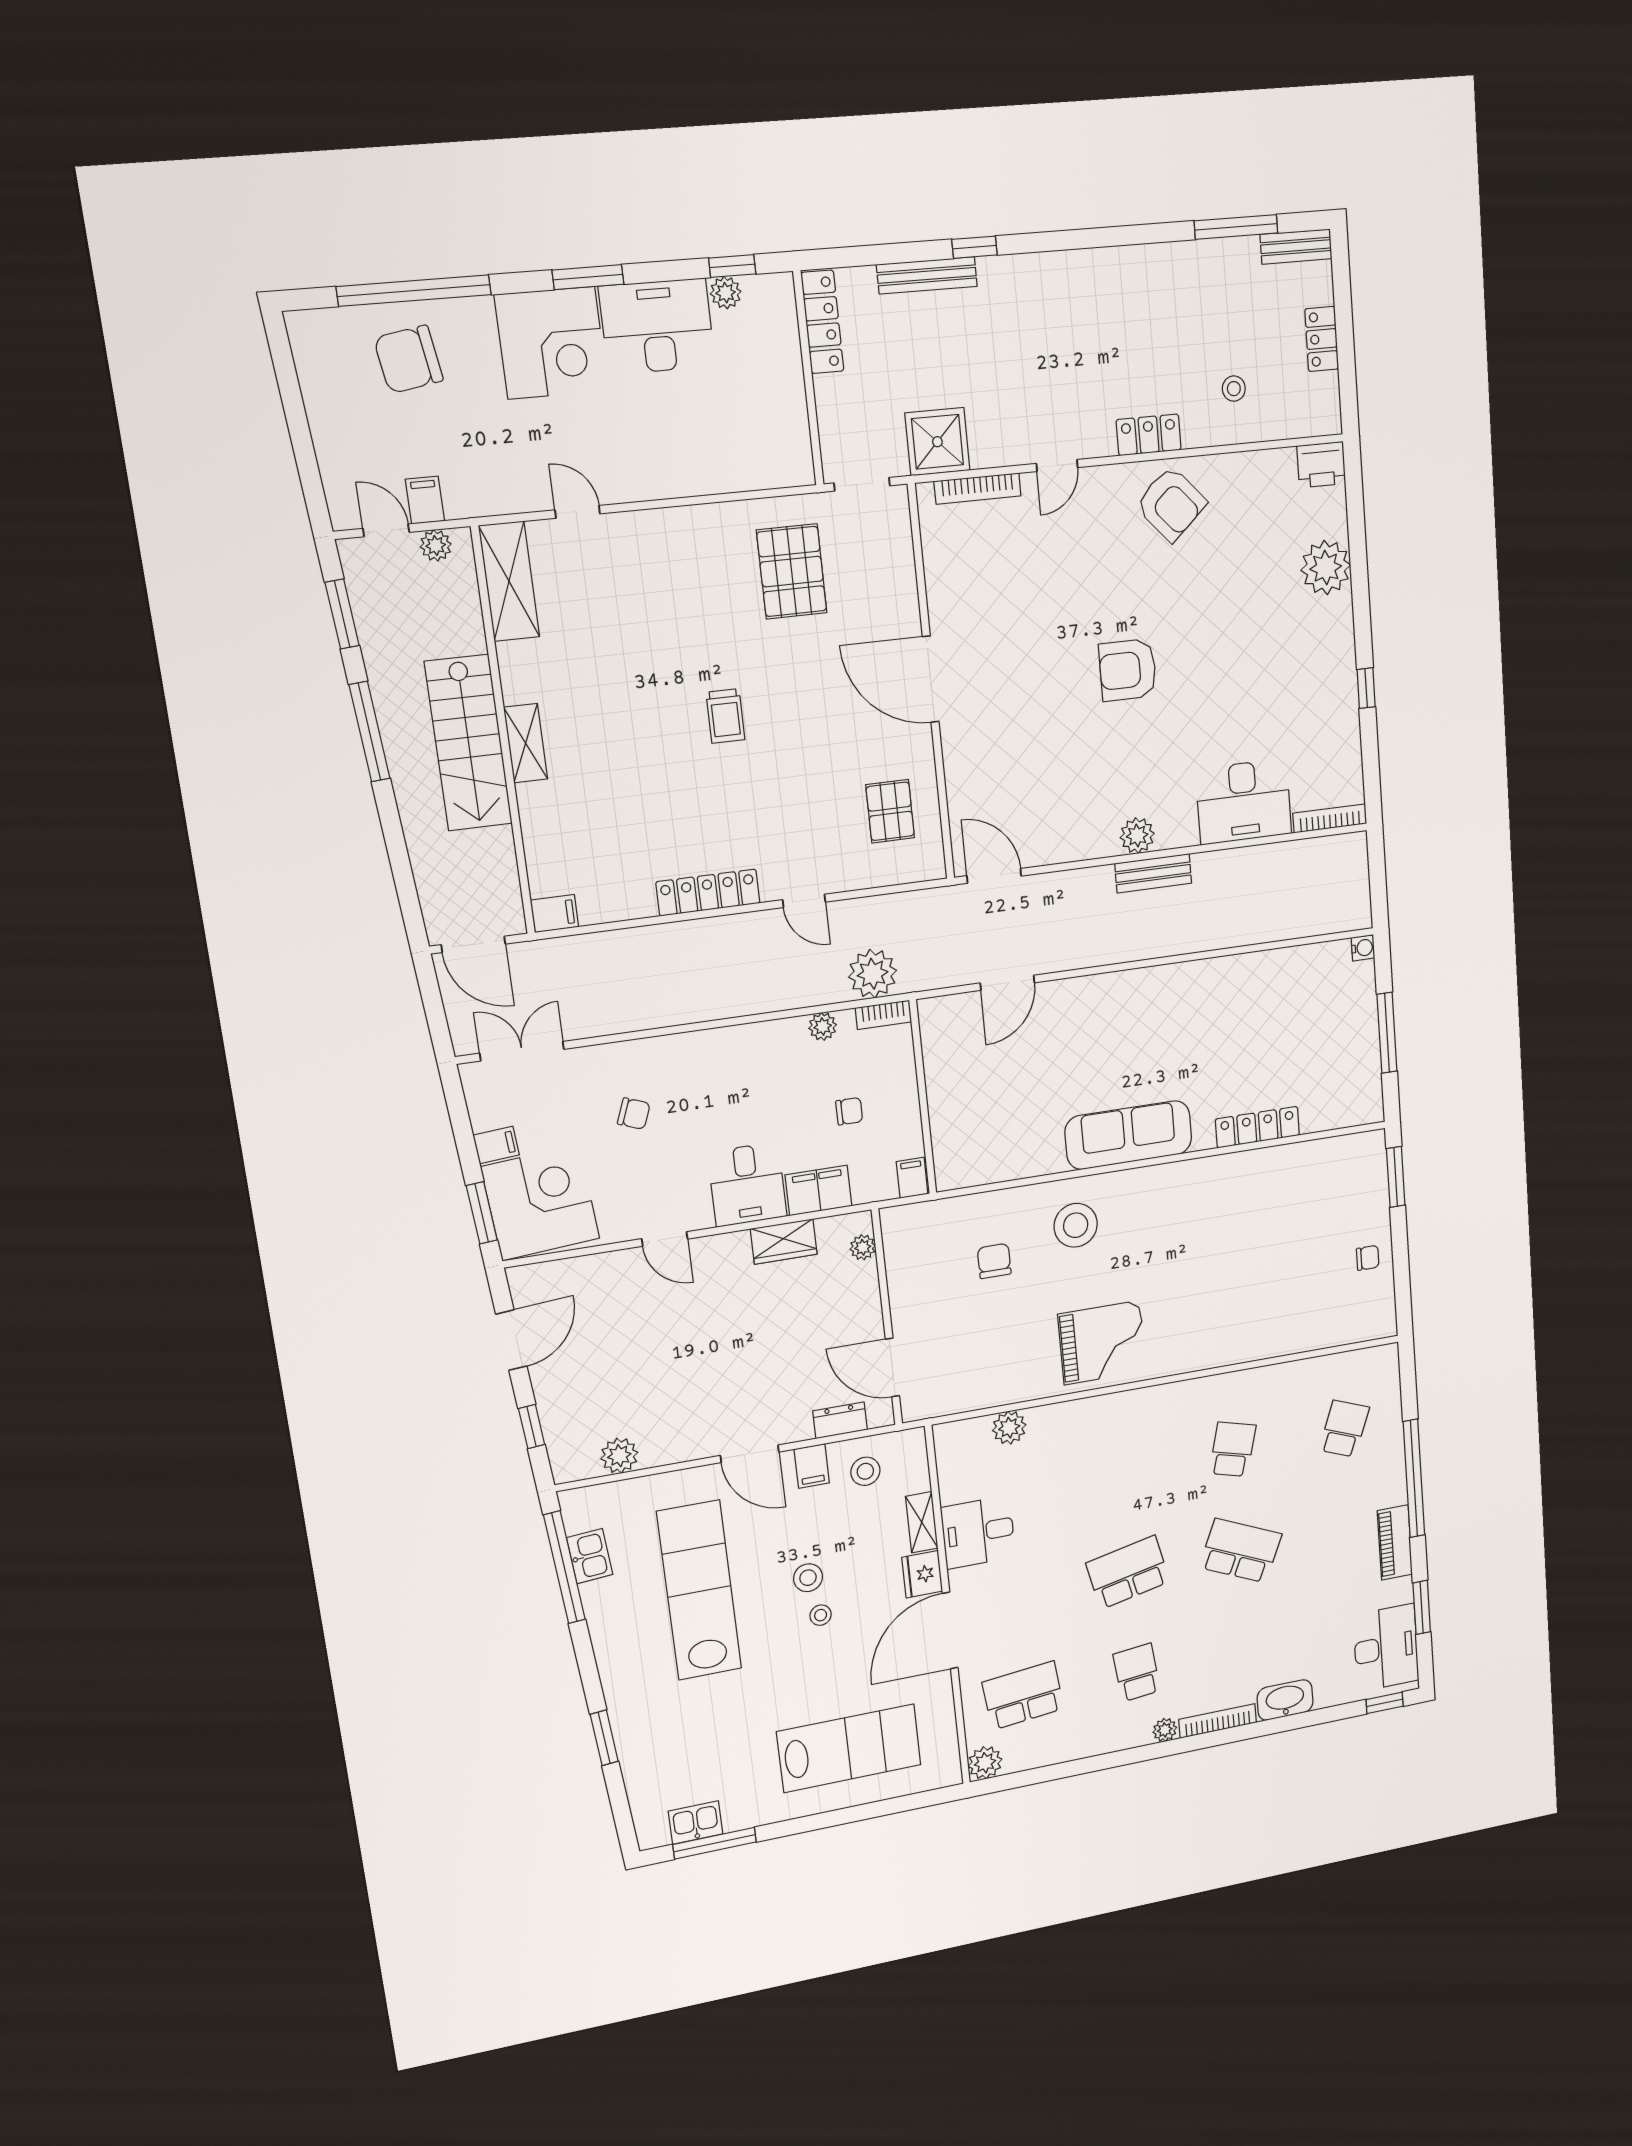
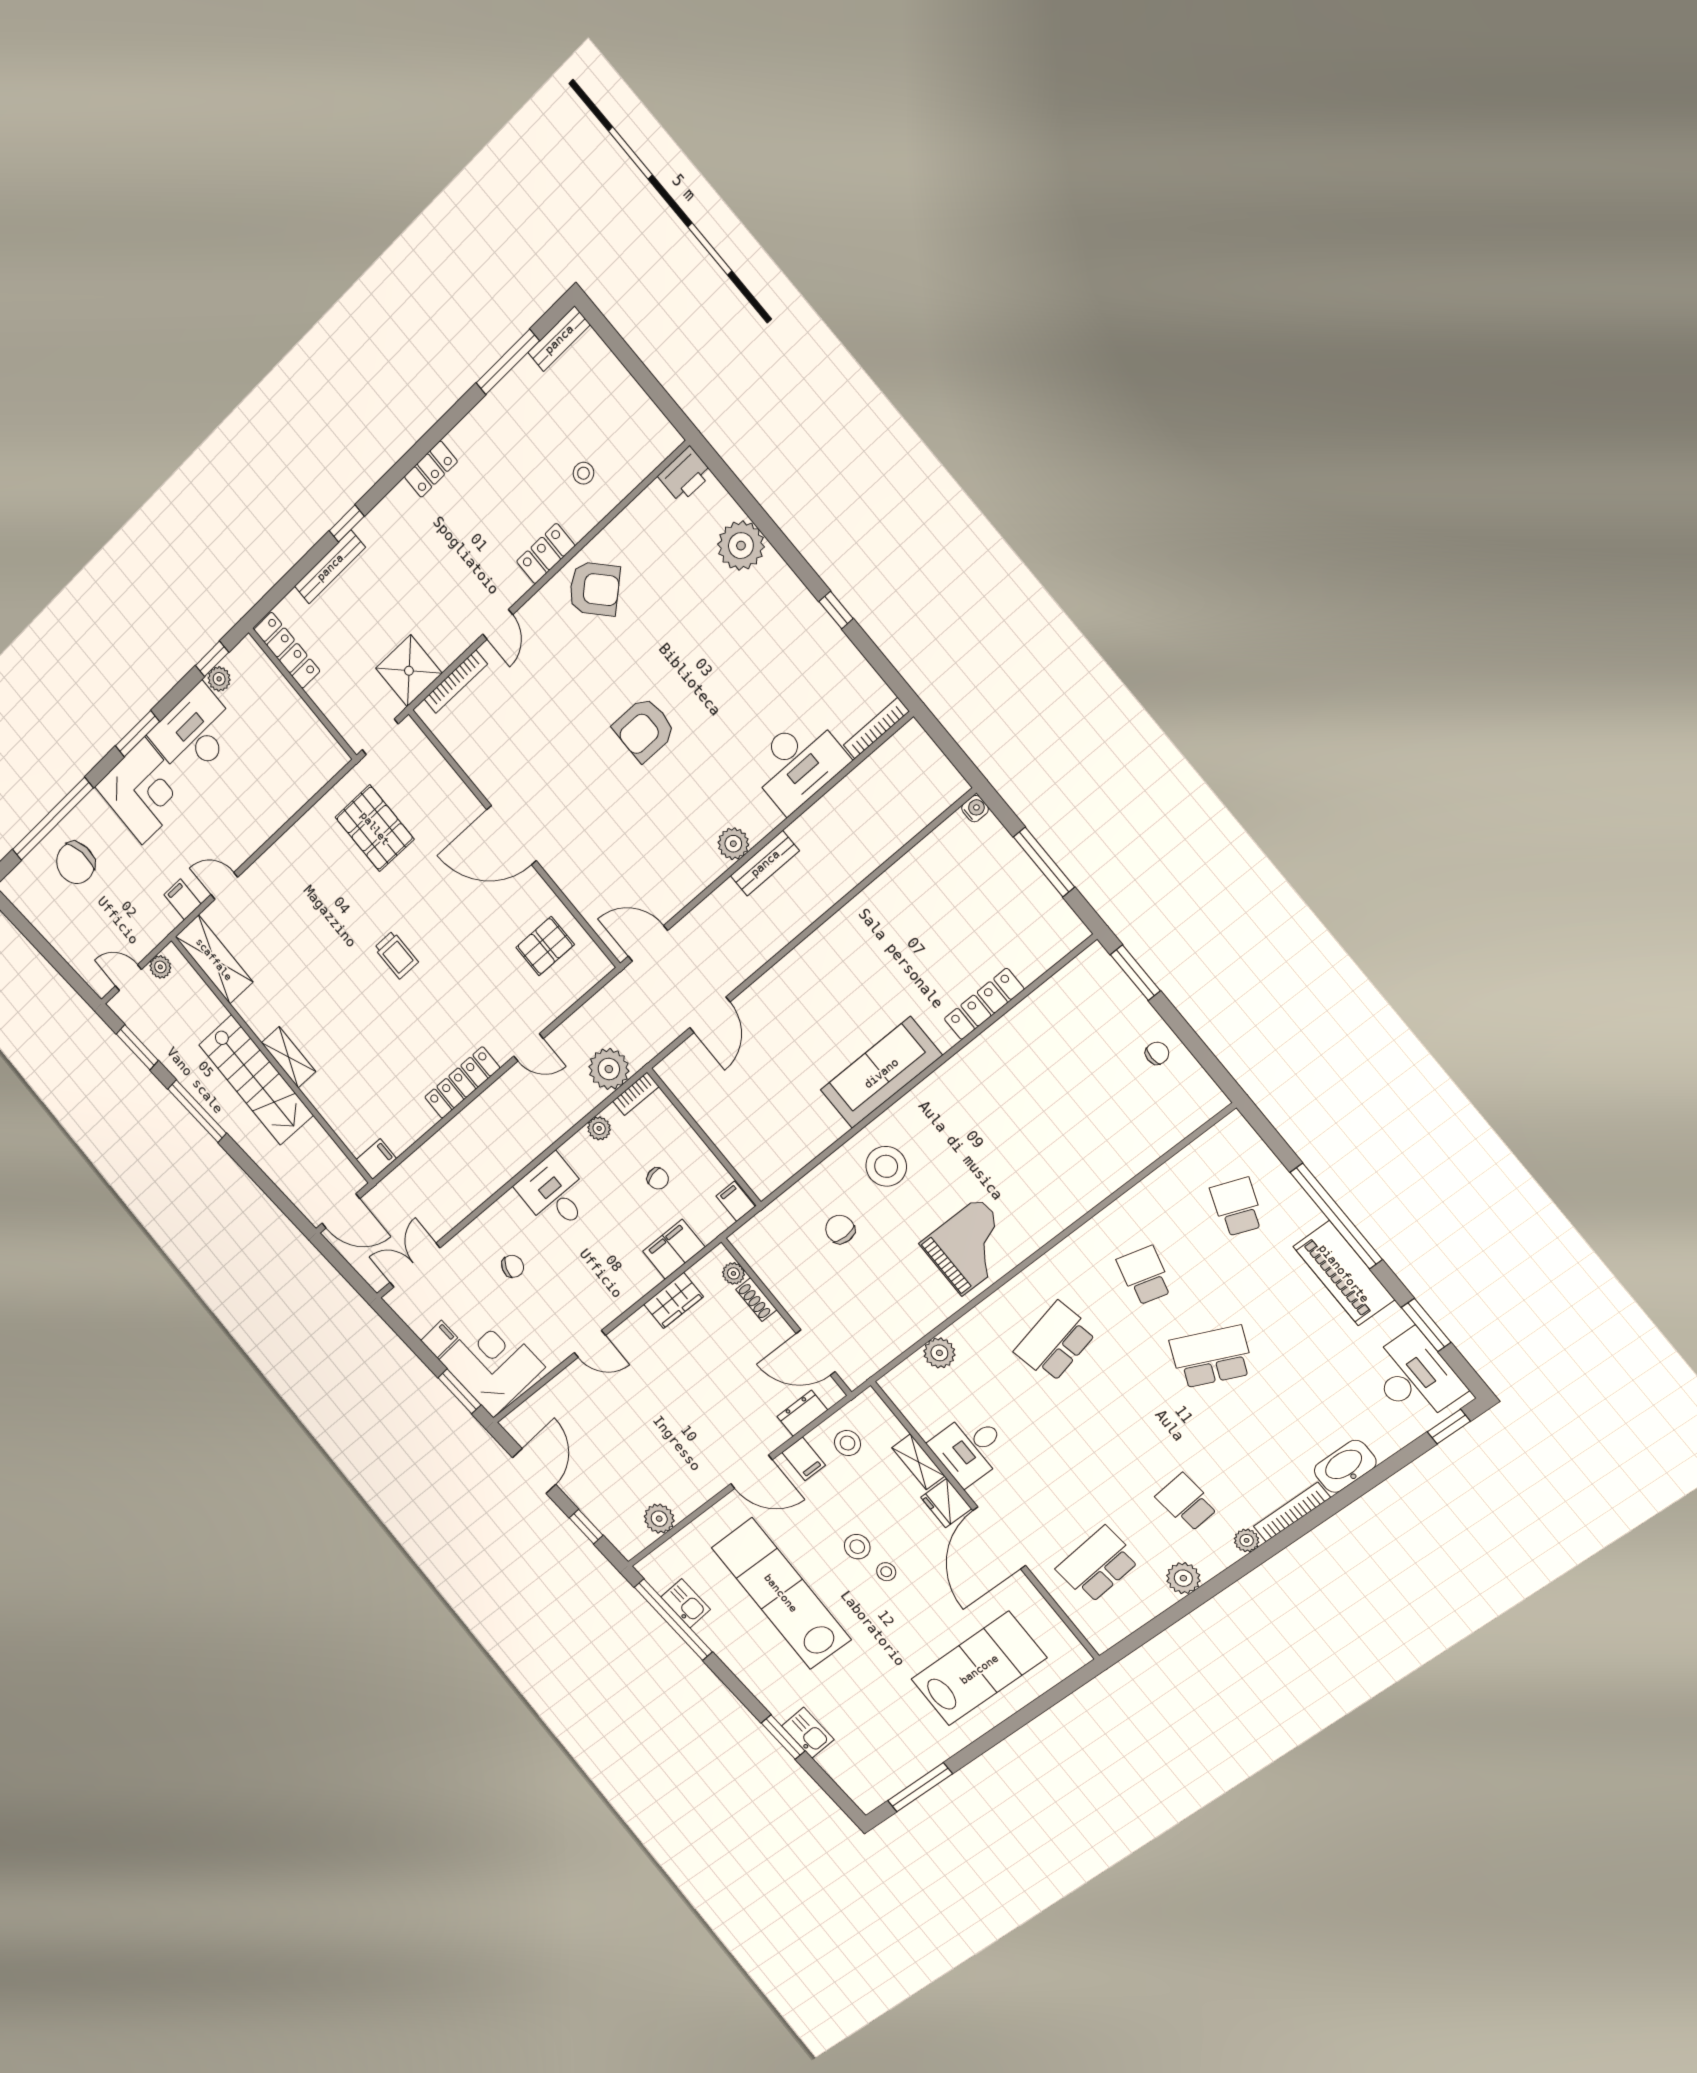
locker: (1322, 339) -> (431, 469), moved, turned -90
filing cabinet: (425, 500) -> (182, 899), moved
pallet: (890, 811) -> (545, 946), turned 90
chair: (849, 1111) -> (658, 1178), turned 76
desk: (747, 1184) -> (554, 1193), moved, turned 180
shoe rack: (868, 1285) -> (756, 1300), added
piano: (1395, 1542) -> (1344, 1273), width x1.37, depth x1.33
school desk: (1128, 1572) -> (1055, 1342), moved
plant: (985, 1763) -> (1183, 1578), moved
kitchen sink: (696, 1823) -> (808, 1733), moved, turned 86

